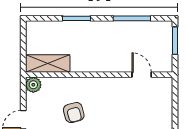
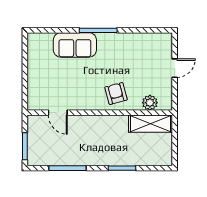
plant: (33, 85) -> (150, 103), moved
armchair: (74, 113) -> (116, 94), moved

